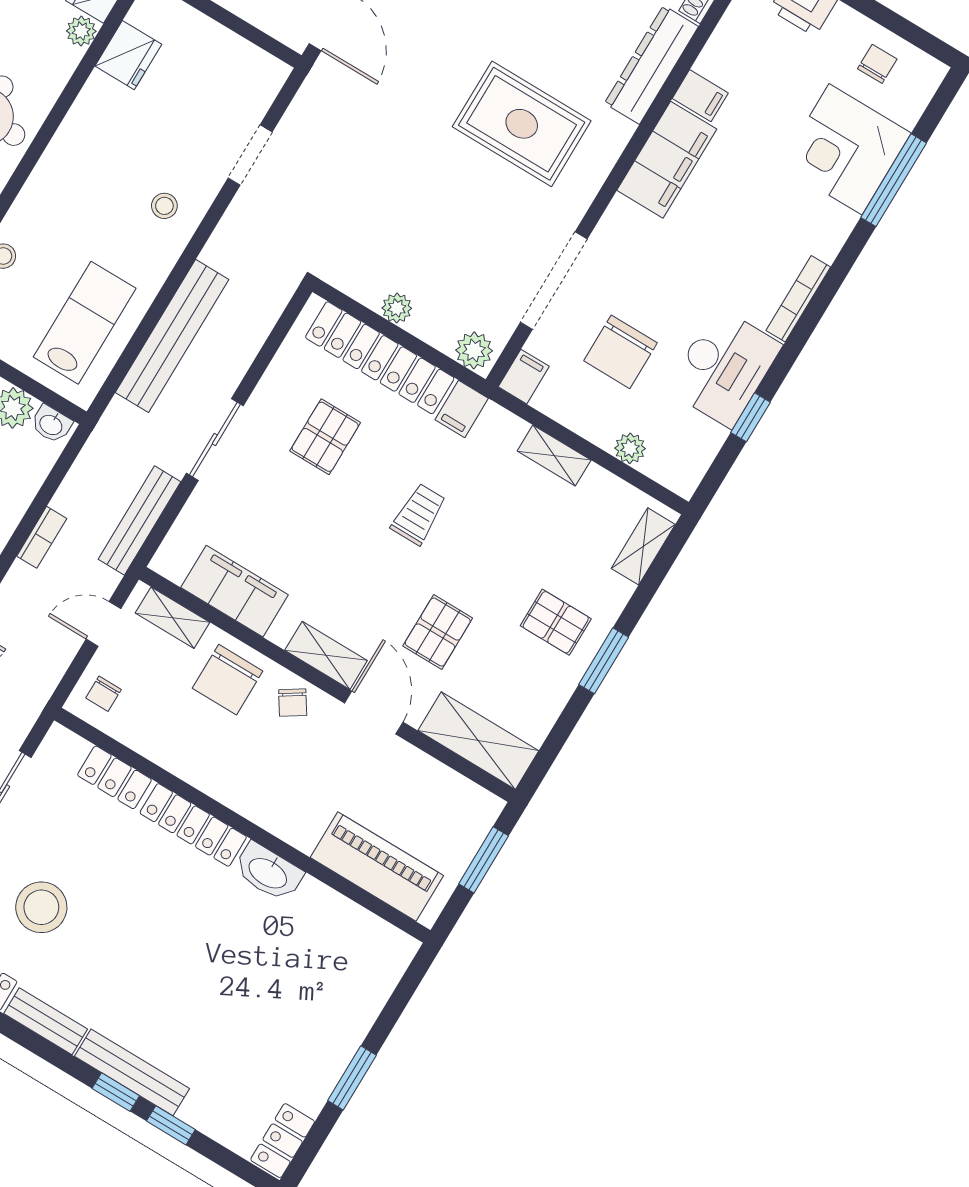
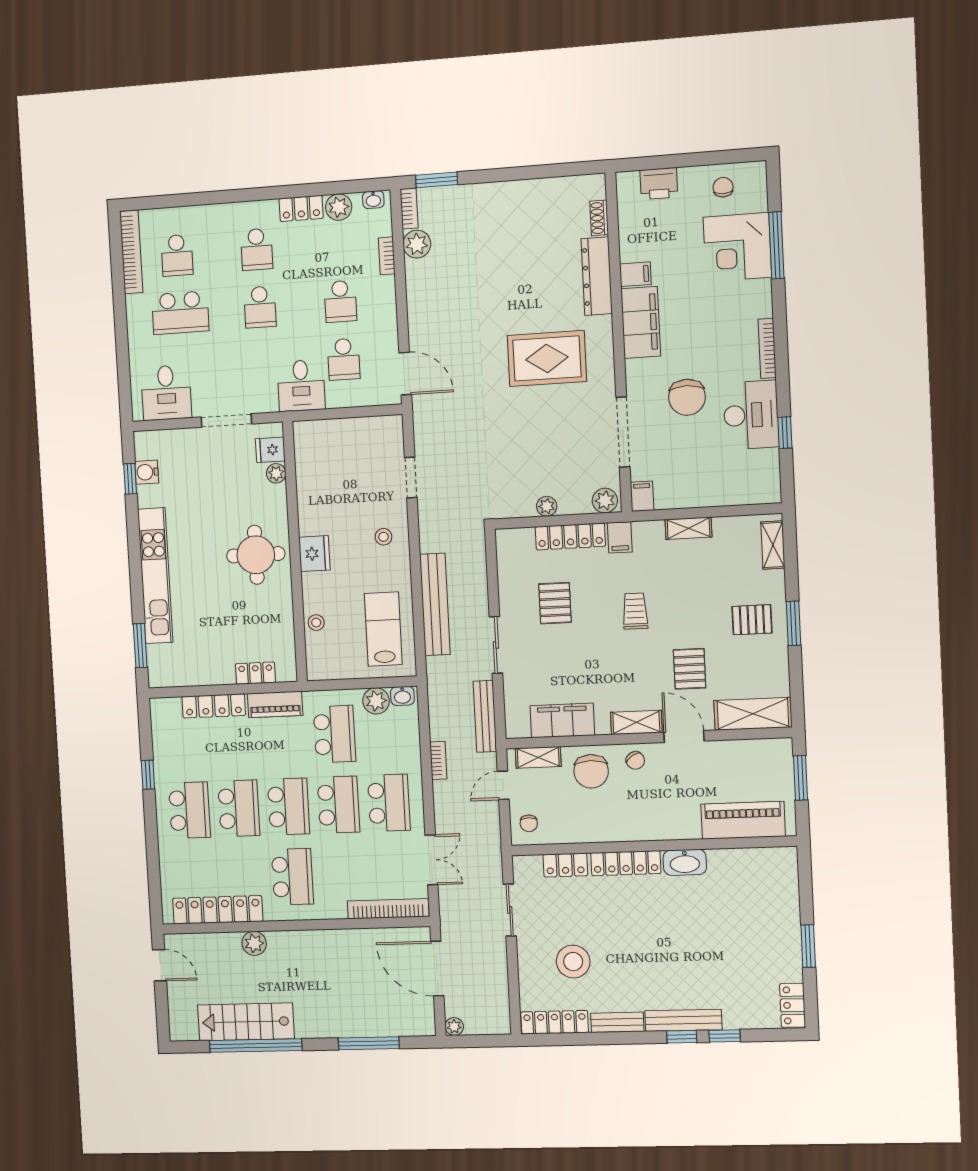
fridge: (128, 55) -> (314, 554), moved
chair: (621, 352) -> (687, 397), moved
locker: (380, 358) -> (570, 536), width x0.71, depth x0.83
plant: (630, 448) -> (728, 496), removed

